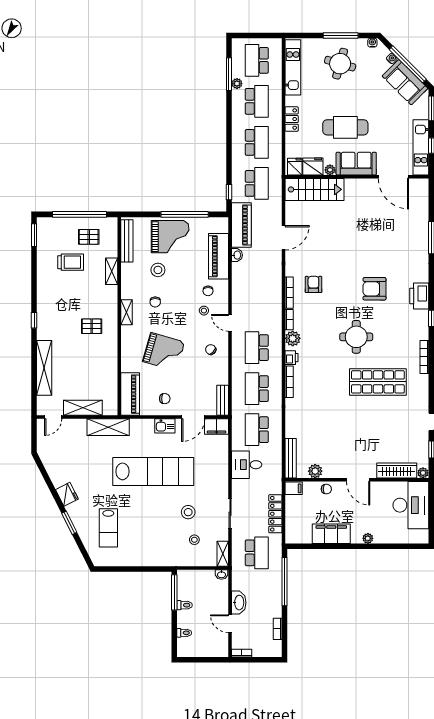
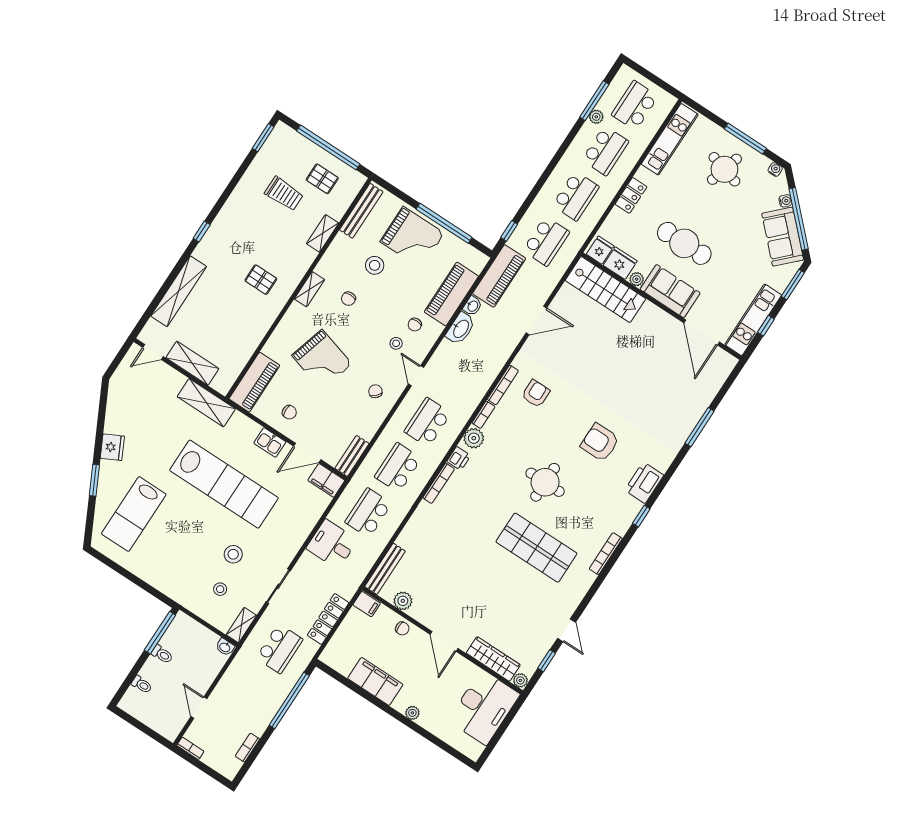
lab bench: (108, 528) -> (134, 514), width x1.36, depth x1.39
washbasin: (239, 603) -> (461, 329), moved

